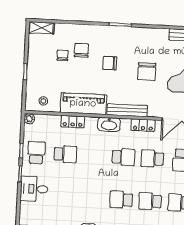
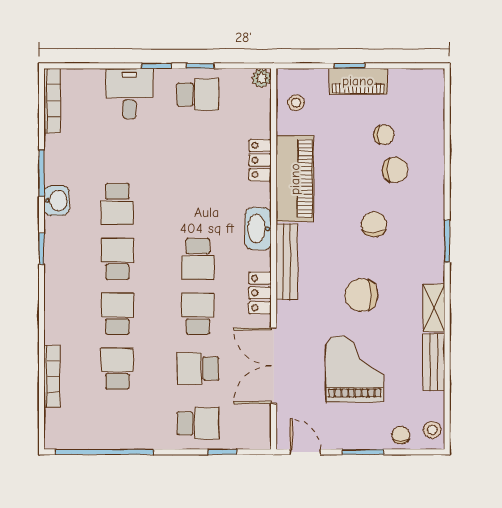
shelving: (41, 28) -> (434, 308), moved
piano: (34, 67) -> (358, 81), added
school desk: (65, 154) -> (117, 204), moved

